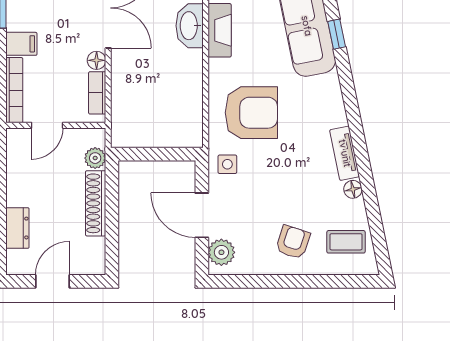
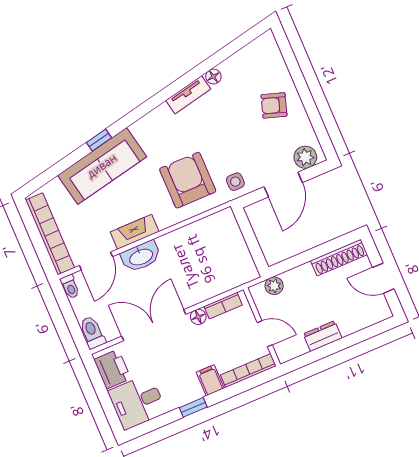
shoe rack: (96, 203) -> (339, 258), moved
dresser: (17, 228) -> (323, 336), moved
coffee table: (346, 242) -> (256, 64), removed

